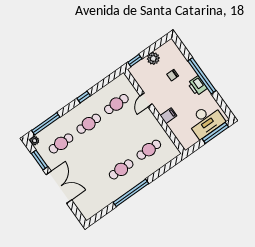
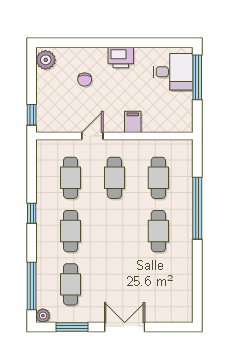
plant: (153, 58) -> (46, 60), moved
window: (202, 76) -> (112, 43), removed
door: (146, 100) -> (92, 136), swing flipped
desk: (206, 121) -> (173, 72), width x0.73
cafe table: (133, 127) -> (114, 178), added
double door: (59, 187) -> (125, 327), width x0.73
window: (131, 193) -> (197, 208), moved

